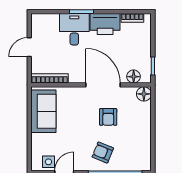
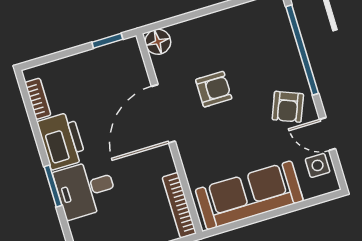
floor lamp: (134, 77) -> (134, 68), removed
sofa: (43, 111) -> (249, 195), width x1.36
armchair: (103, 152) -> (288, 107), moved

